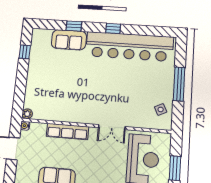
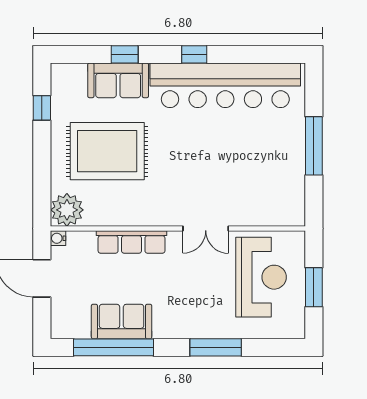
rug: (59, 78) -> (107, 151), added
side table: (161, 109) -> (285, 192), removed
plant: (27, 114) -> (67, 210), width x1.88, depth x1.88

